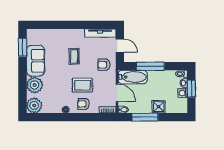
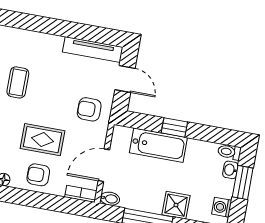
coffee table: (74, 56) -> (18, 82), moved
window: (150, 66) -> (174, 127), width x0.46
bathtub: (133, 77) -> (158, 145), moved
door: (117, 93) -> (104, 165), swing flipped
washing machine: (183, 93) -> (222, 207), moved

